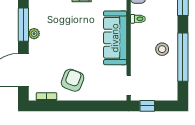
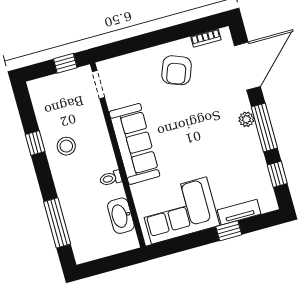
window: (183, 57) -> (35, 143), width x0.32

